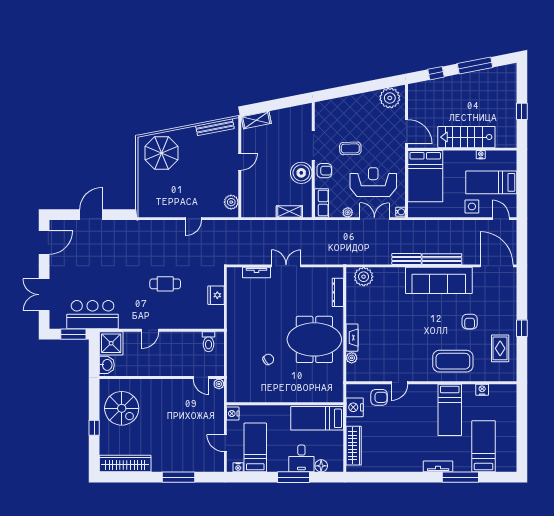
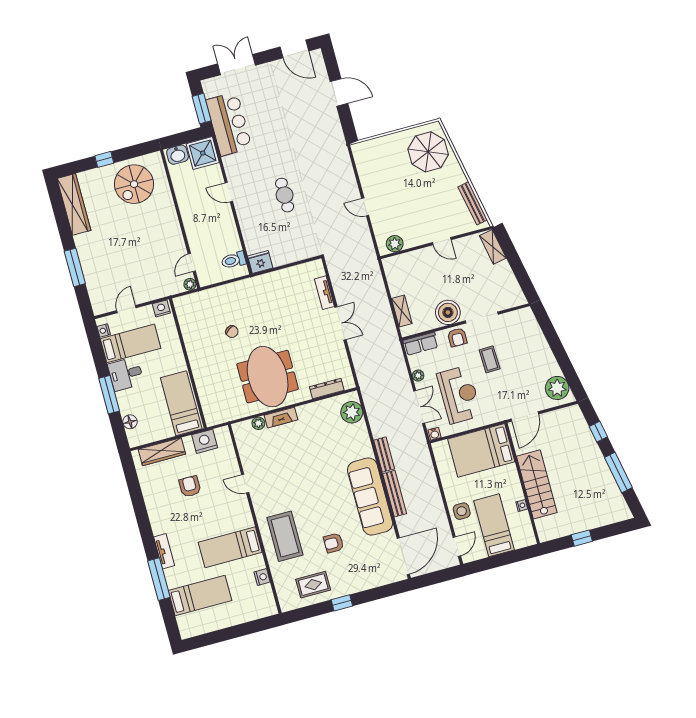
fridge: (216, 295) -> (260, 262), moved
armchair: (379, 397) -> (190, 486), moved, turned 180
desk: (301, 458) -> (126, 374), moved

